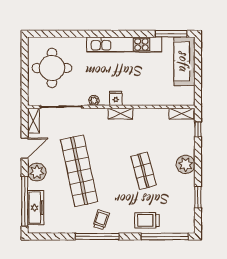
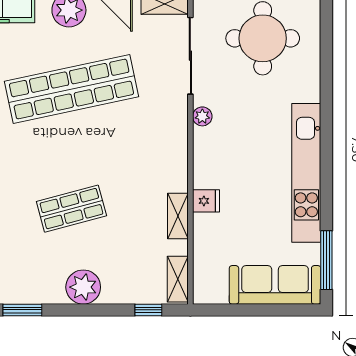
fridge: (116, 98) -> (206, 201), moved
shelving: (120, 114) -> (178, 216), moved

